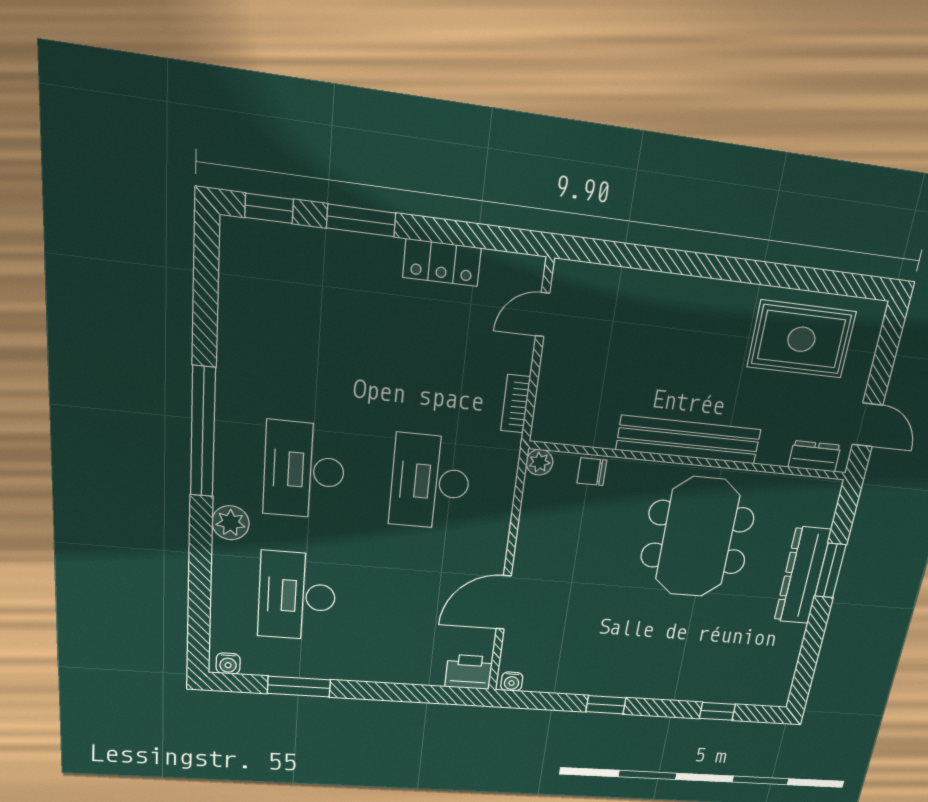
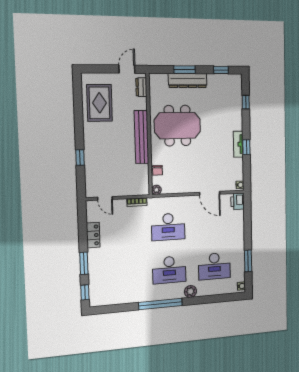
window: (670, 261) -> (80, 158), added
window: (808, 659) -> (221, 70), added
tv unit: (618, 686) -> (238, 144), added

